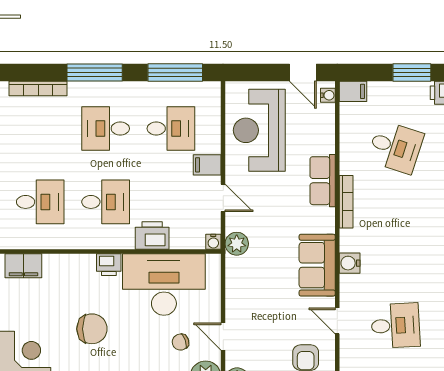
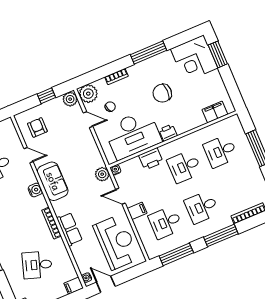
desk: (106, 129) -> (202, 207), turned 180

